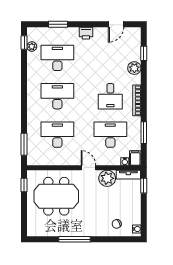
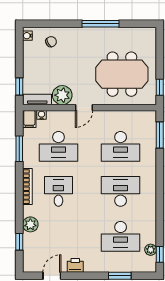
printer: (86, 33) -> (75, 265), moved
desk: (57, 96) -> (121, 191), turned 180
door: (89, 168) -> (84, 108), hinge flipped

